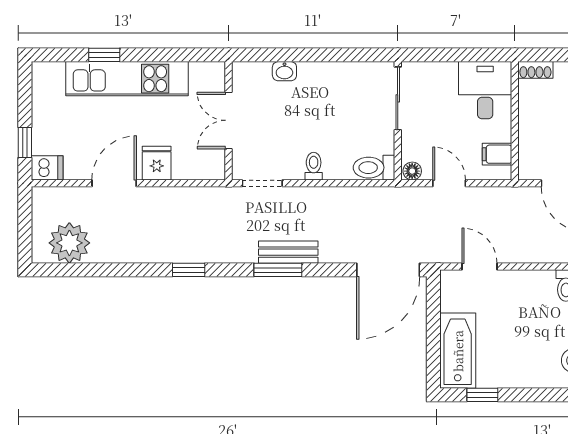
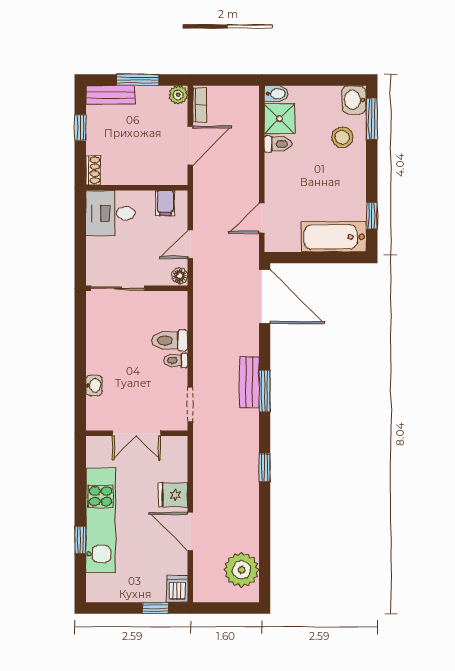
toilet: (374, 168) -> (170, 340), moved, turned 90

